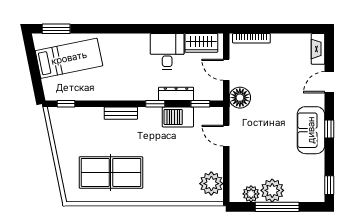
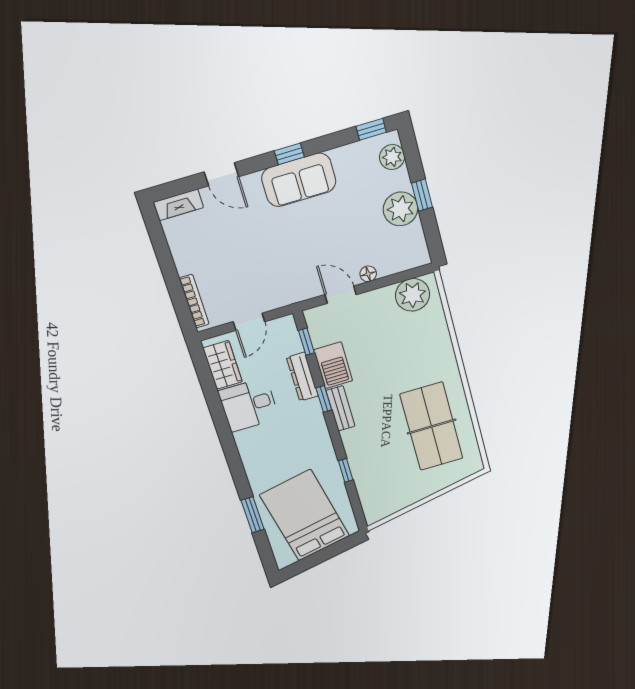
window: (56, 29) -> (253, 515), moved
bed: (69, 58) -> (305, 516), width x1.50
floor lamp: (240, 98) -> (368, 274), moved, width x0.53, depth x0.53
window: (66, 104) -> (346, 470), moved
bench: (121, 113) -> (341, 408), moved
door: (226, 136) -> (341, 295), swing flipped
plant: (251, 194) -> (392, 157), moved
window: (277, 207) -> (422, 195), width x0.46

